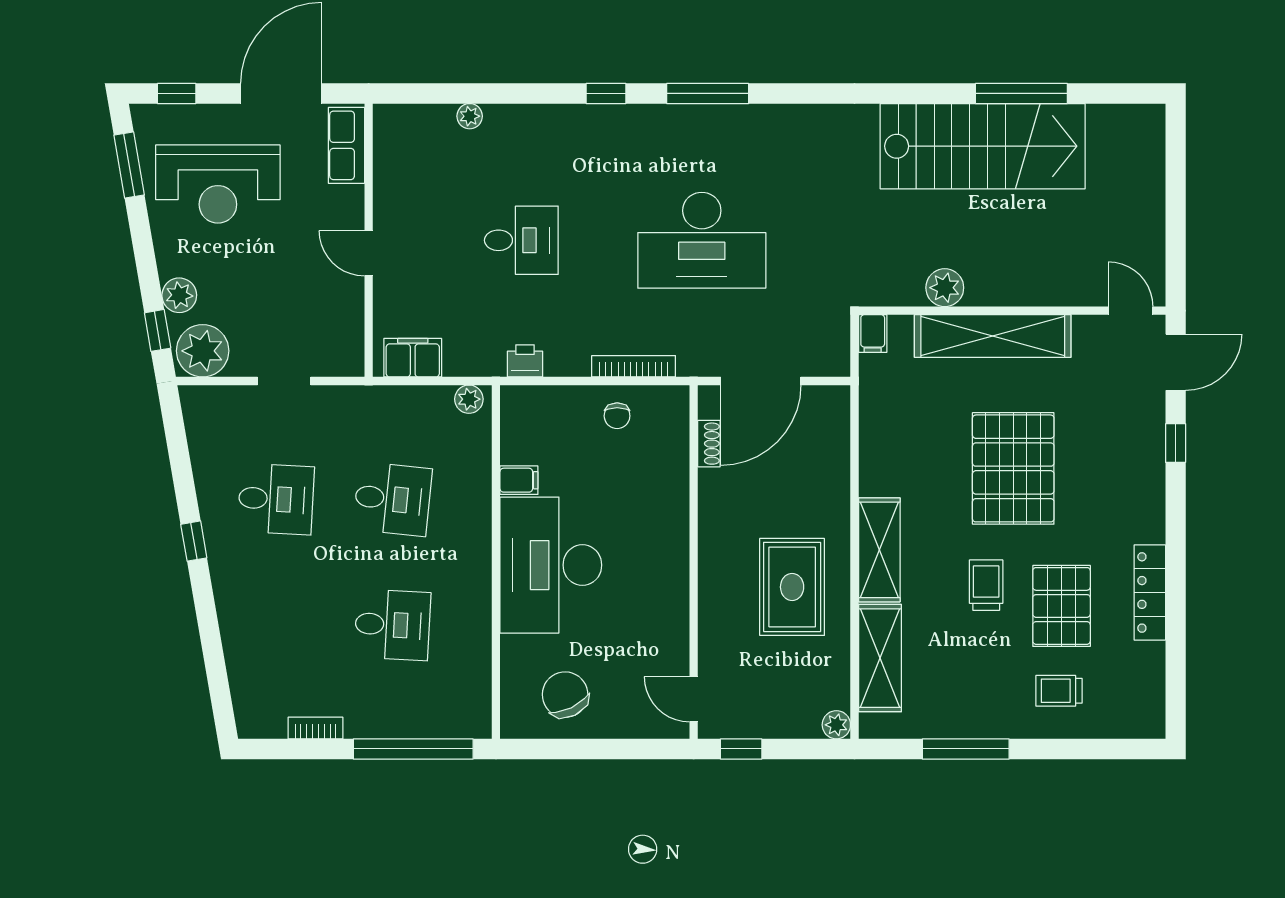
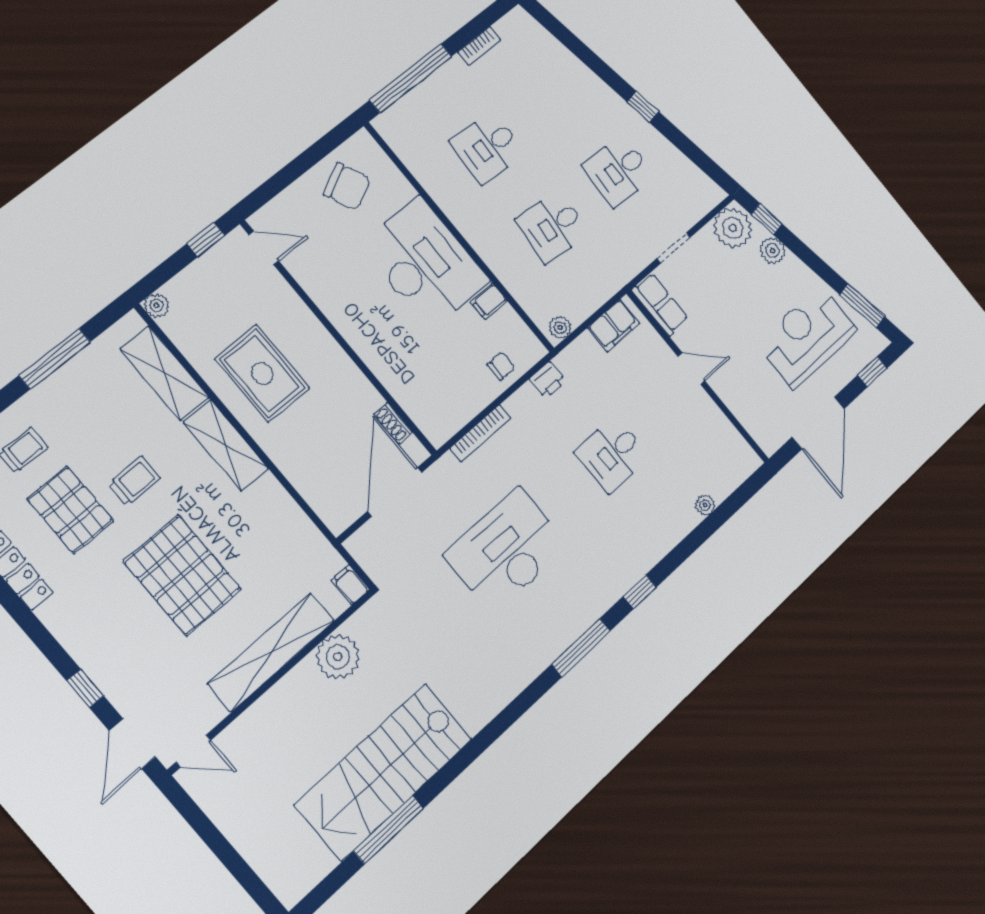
row of seats: (346, 145) -> (660, 304), moved
plant: (945, 288) -> (338, 657), width x1.36, depth x1.36
chair: (617, 416) -> (501, 366), moved, turned 90
trolley: (986, 585) -> (134, 481), turned -90

